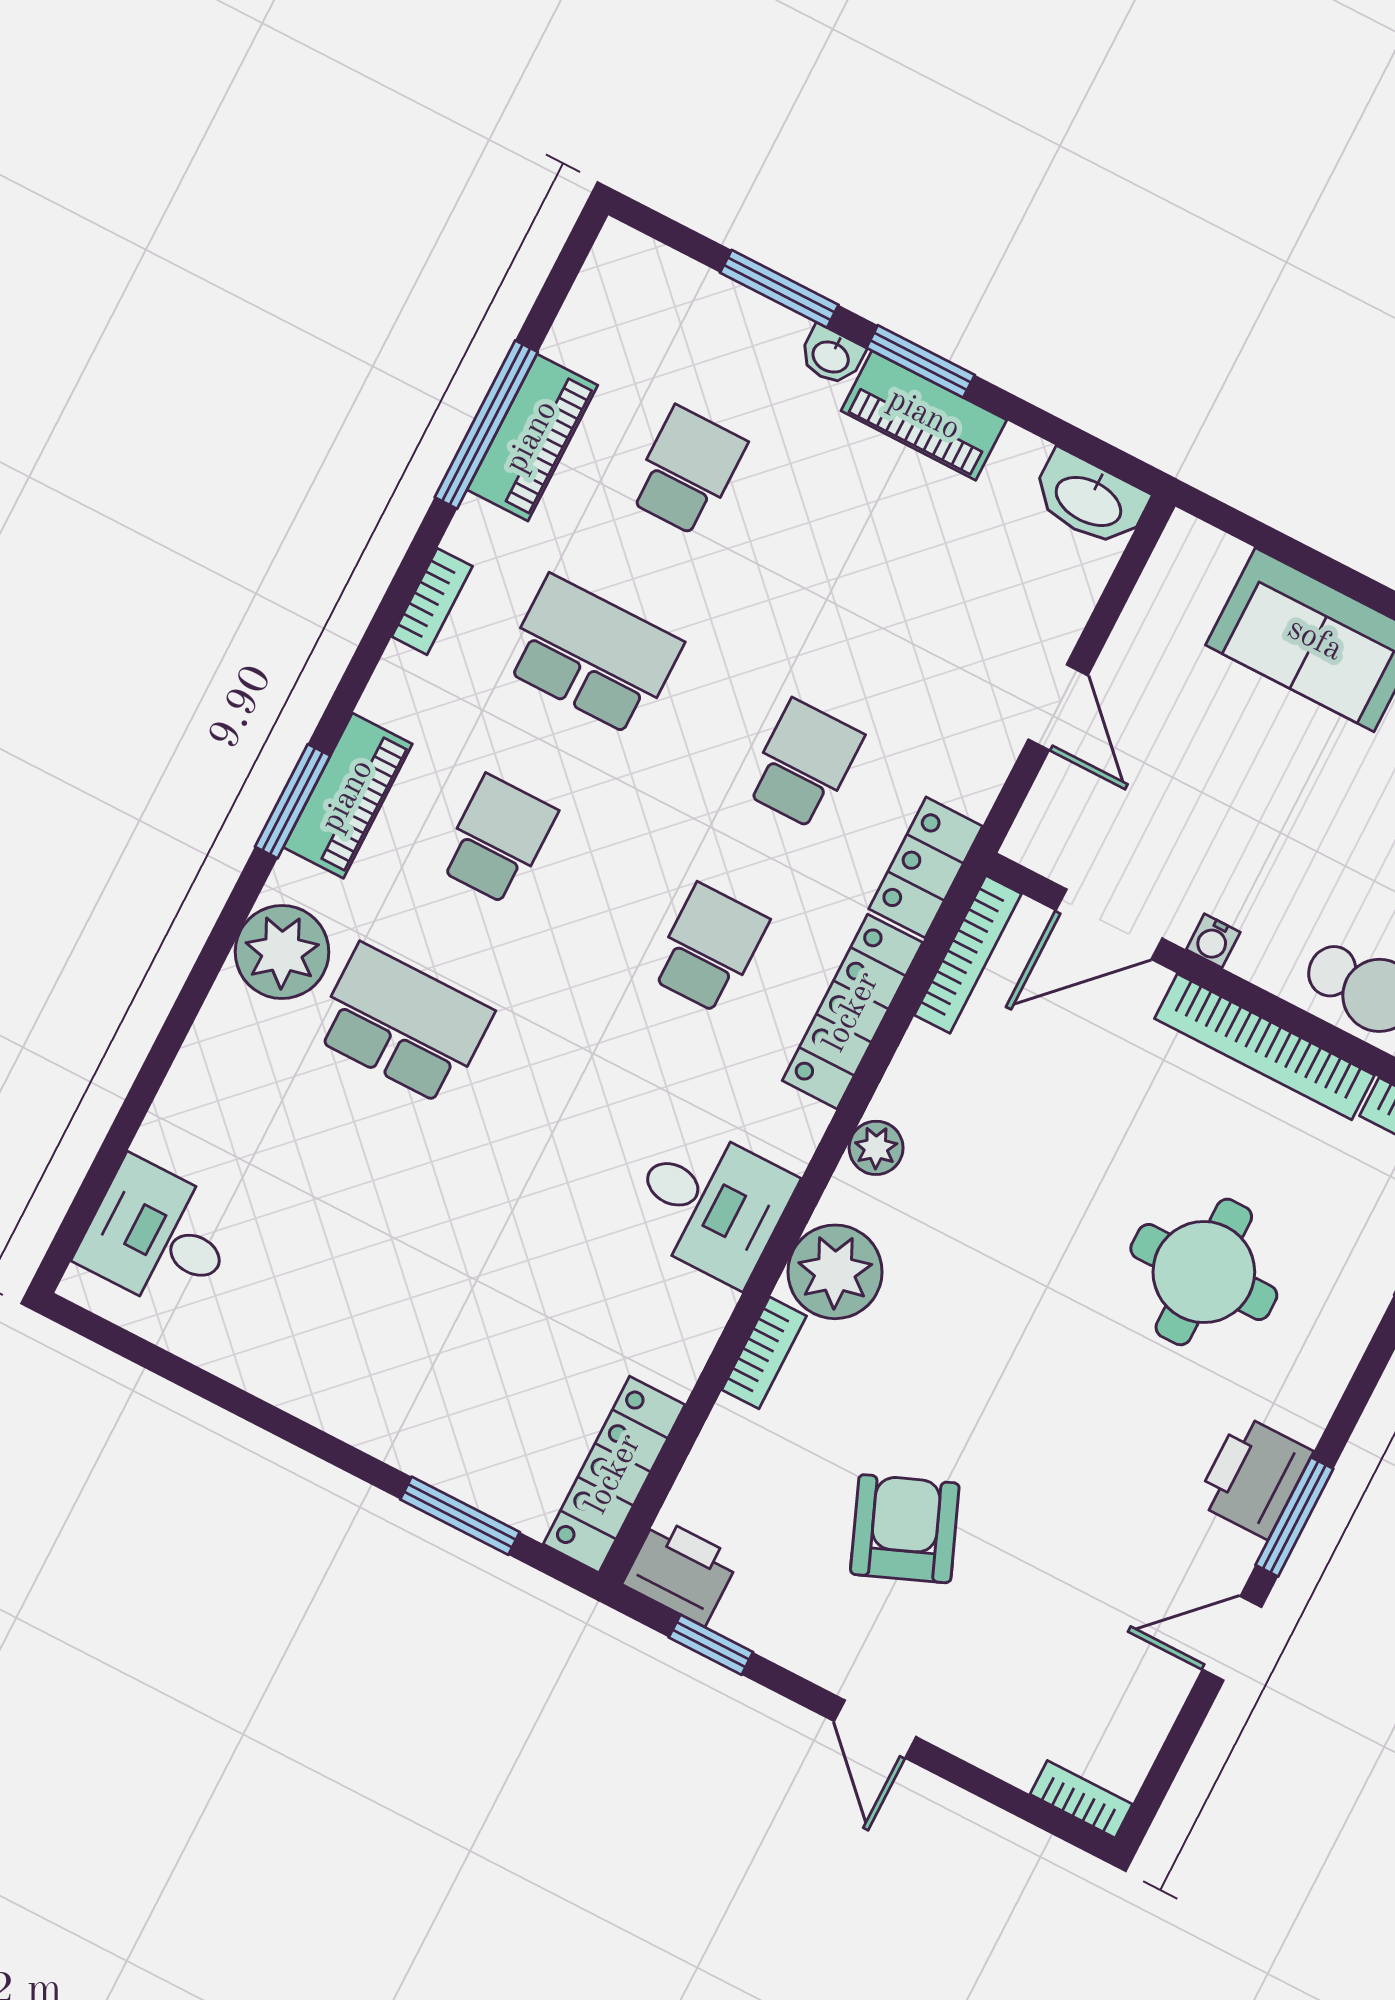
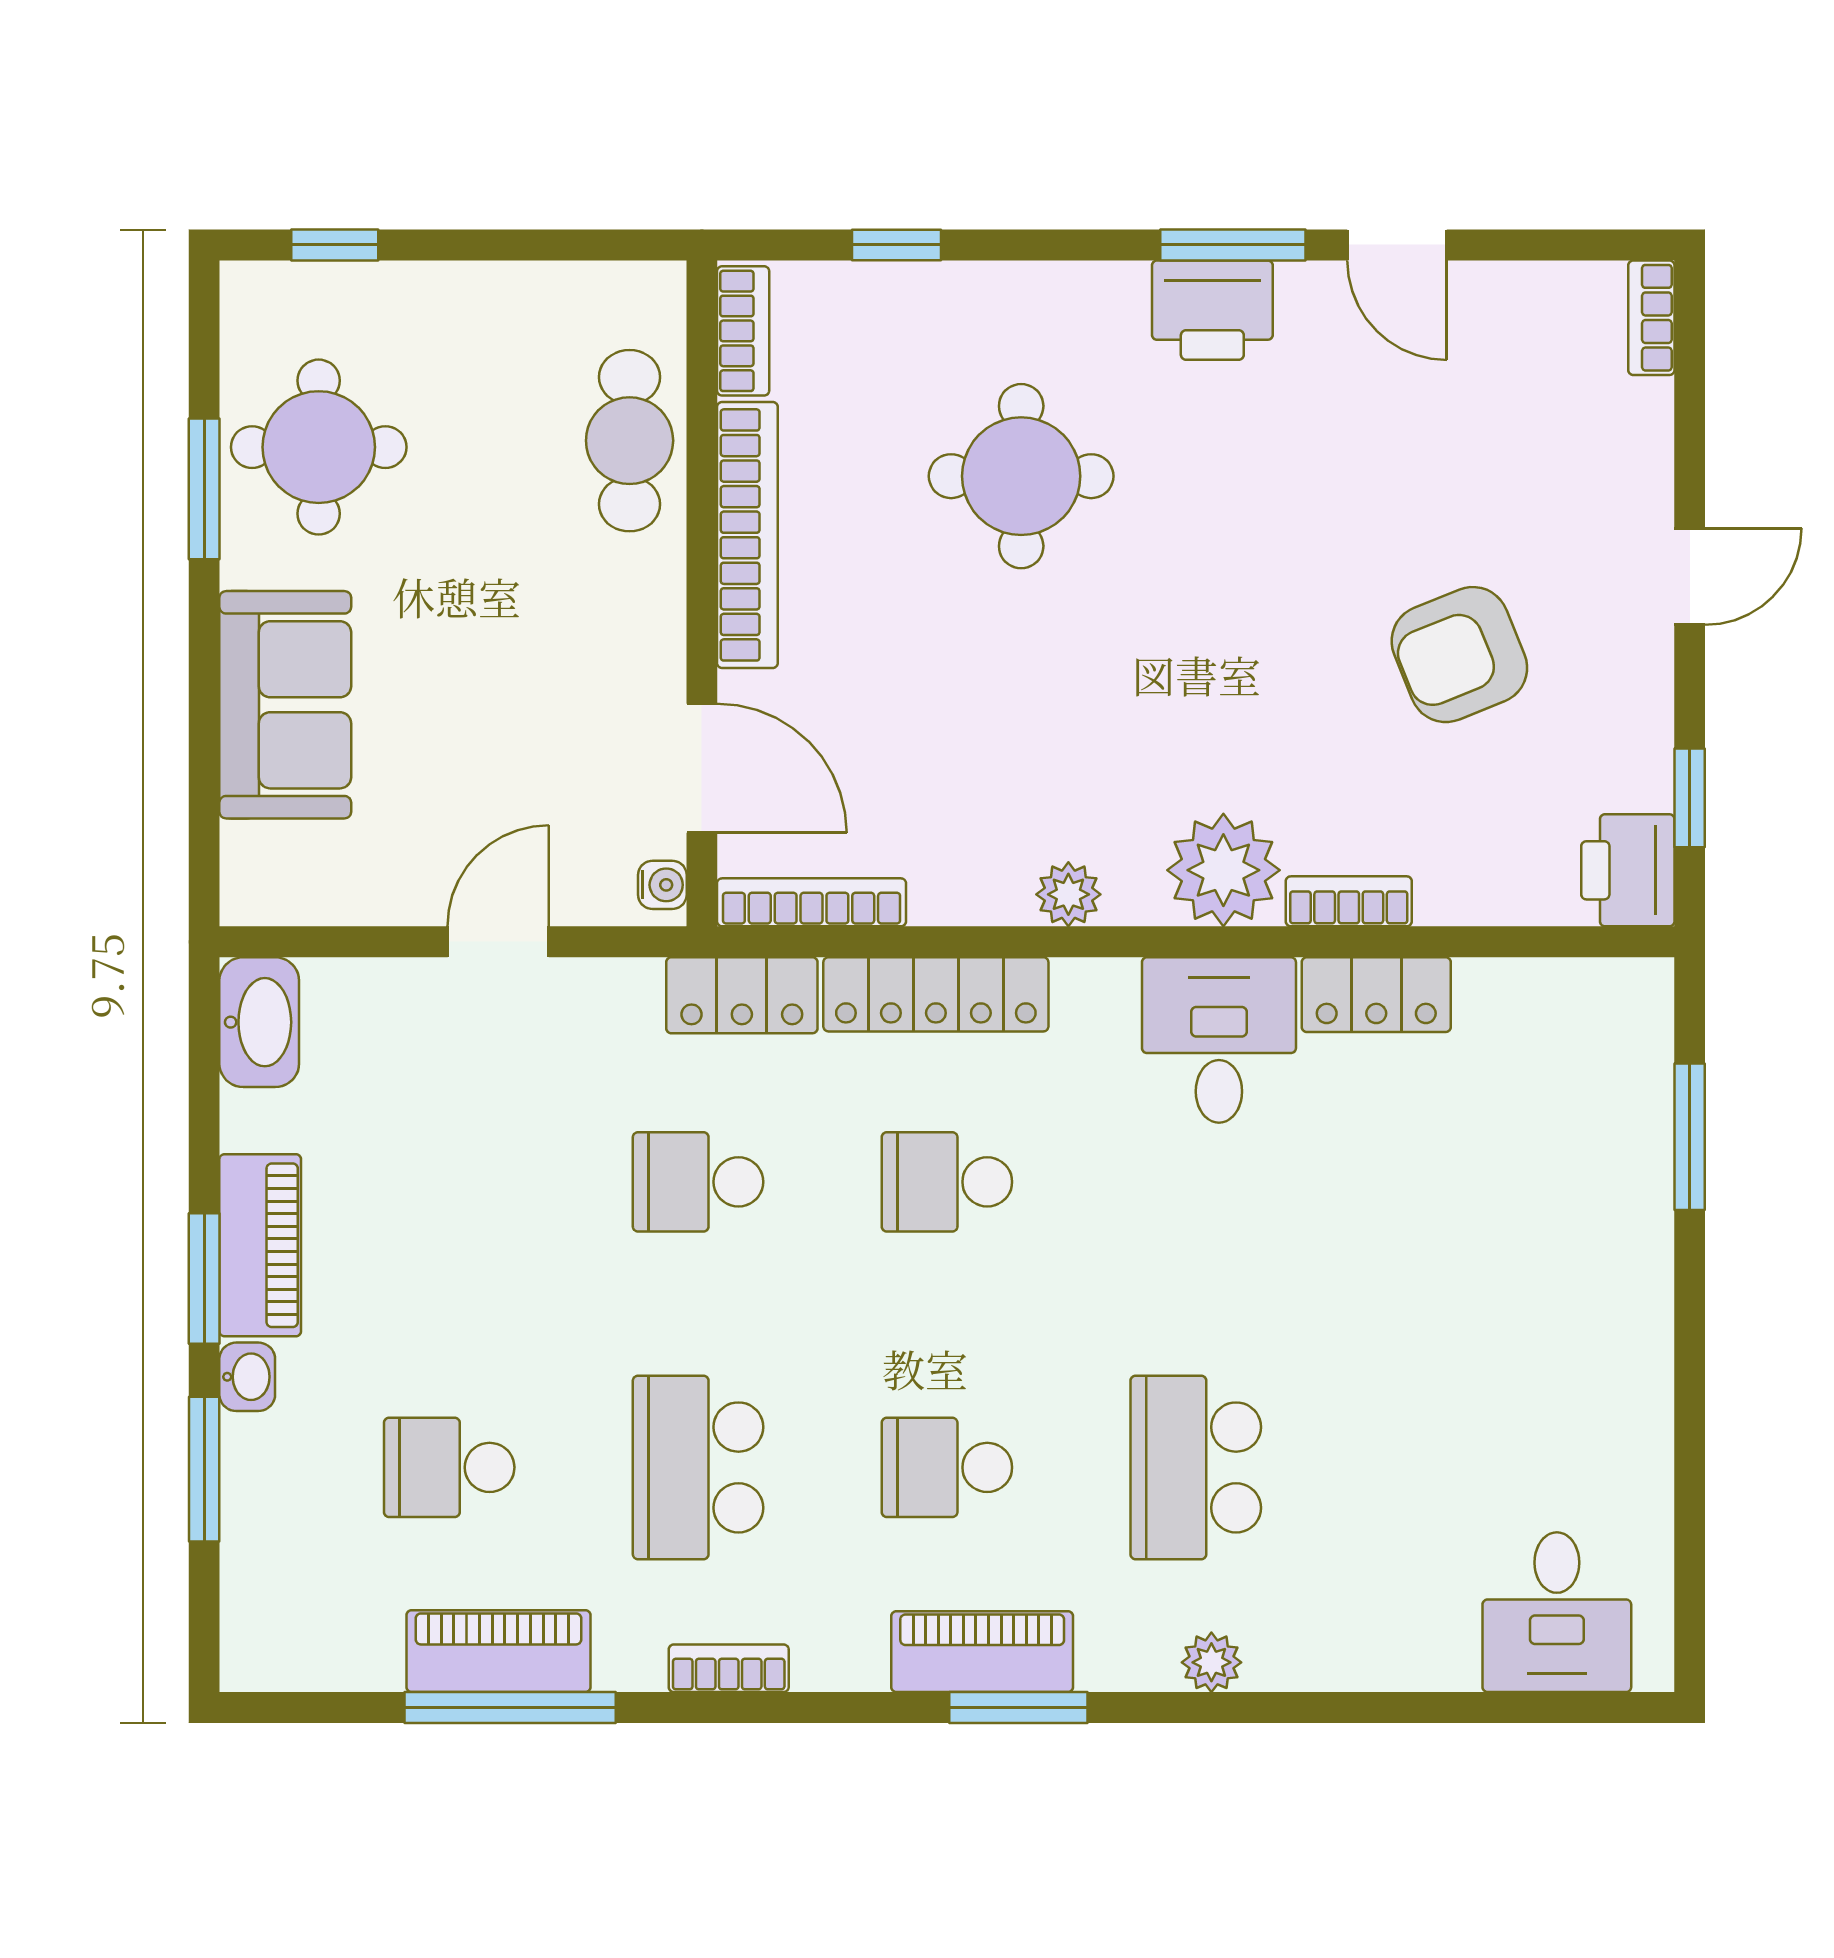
water cooler: (1213, 941) -> (662, 885), moved
plant: (282, 952) -> (1211, 1662), width x0.53, depth x0.53
locker: (614, 1474) -> (1376, 995), moved, width x0.66

